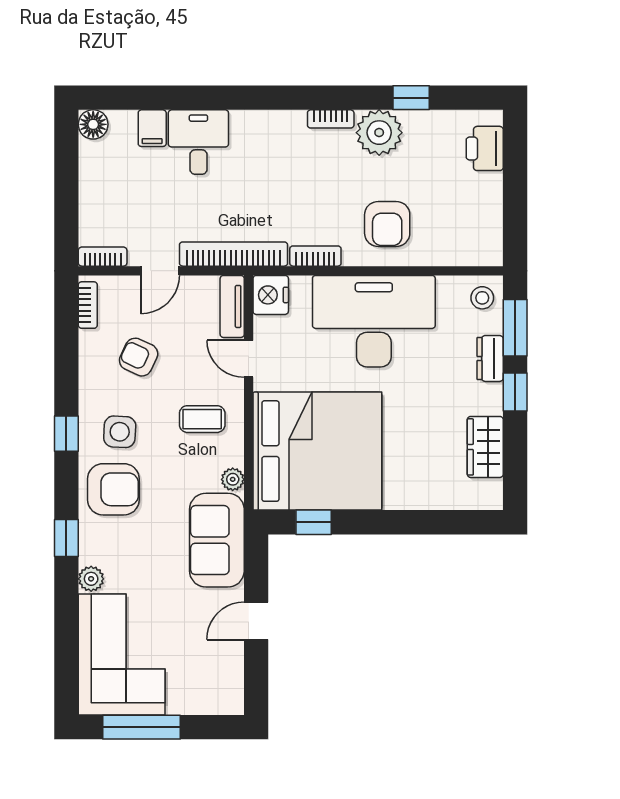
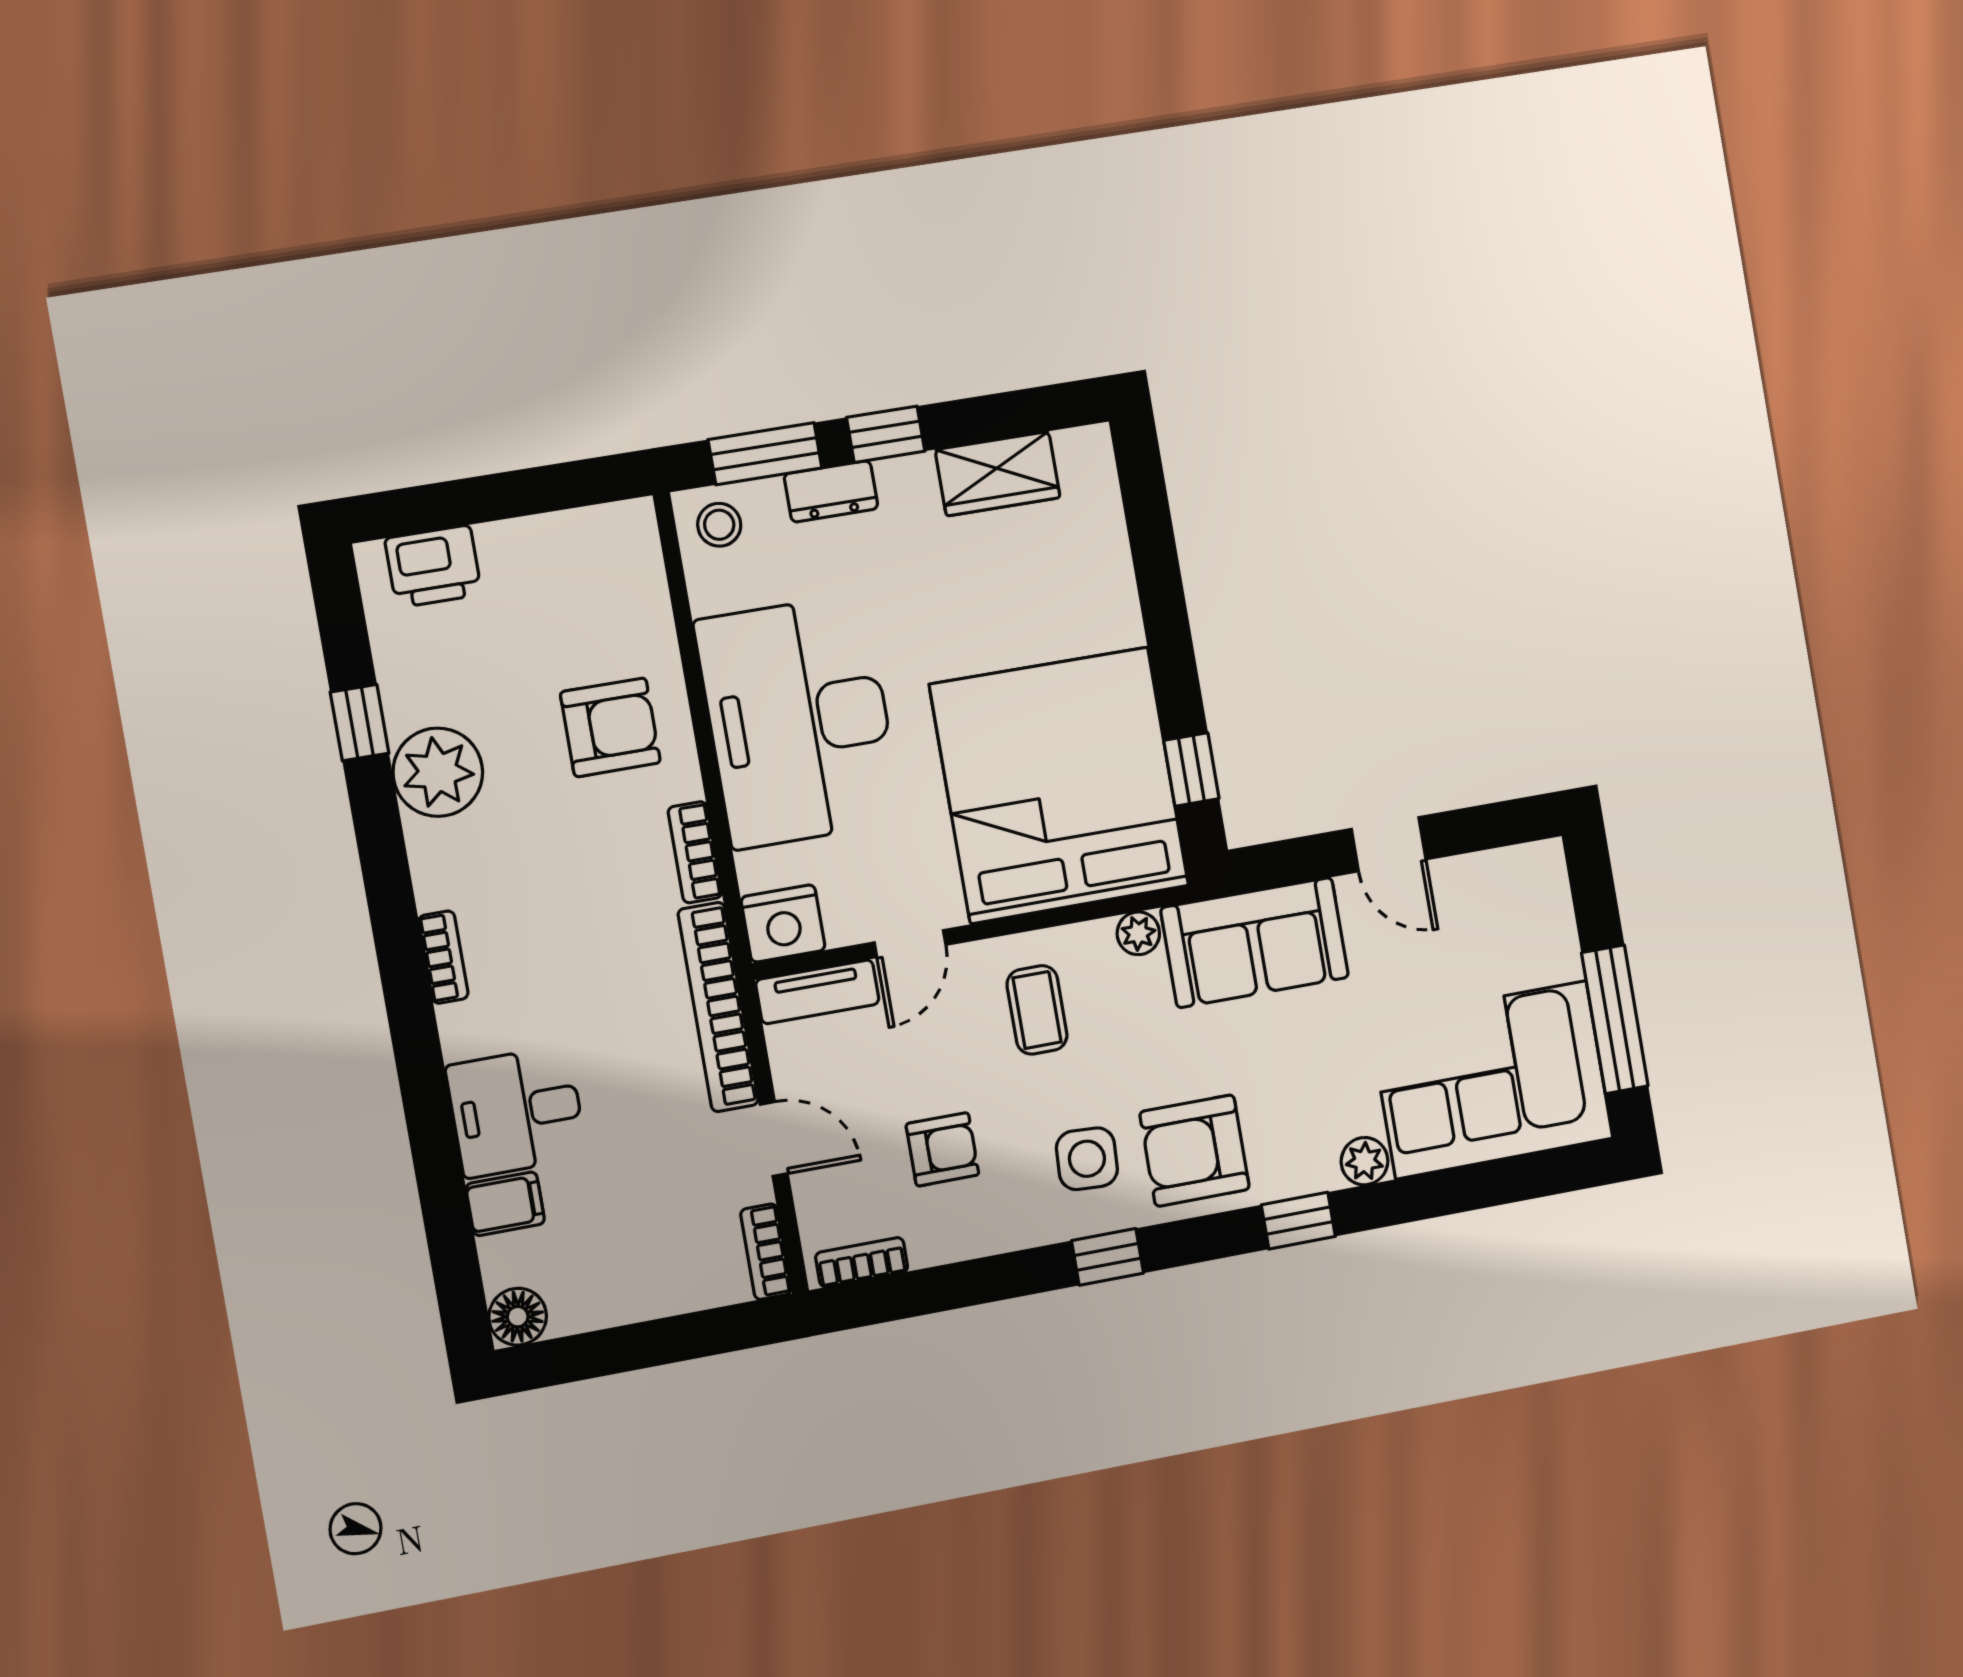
bookcase: (331, 119) -> (443, 957), moved
armchair: (139, 357) -> (942, 1149), turned -115
armchair: (113, 489) -> (1195, 1151), turned -90

